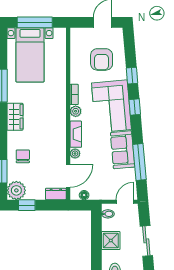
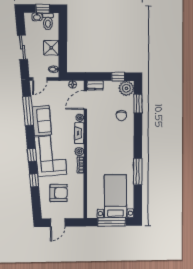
armchair: (102, 59) -> (59, 193), turned 90
wardrobe: (15, 117) -> (127, 147), removed

